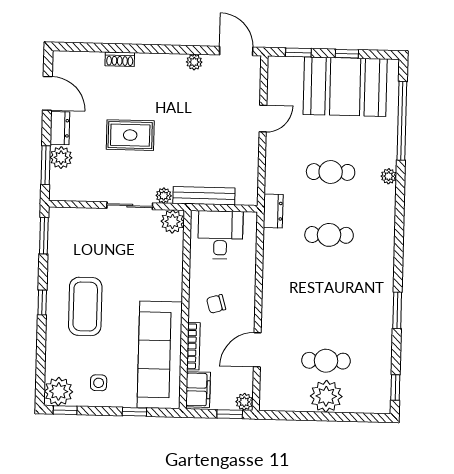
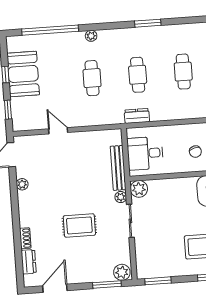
booth: (345, 87) -> (23, 74), width x0.73, depth x0.70
dresser: (60, 128) -> (29, 262), moved, turned 90
rug: (130, 135) -> (79, 225), turned 90
plant: (61, 158) -> (122, 272), moved
dresser: (273, 211) -> (137, 116), moved
cafe table: (328, 298) -> (183, 72), added
window: (397, 310) -> (148, 23), moved

